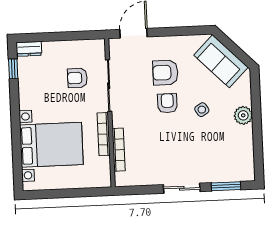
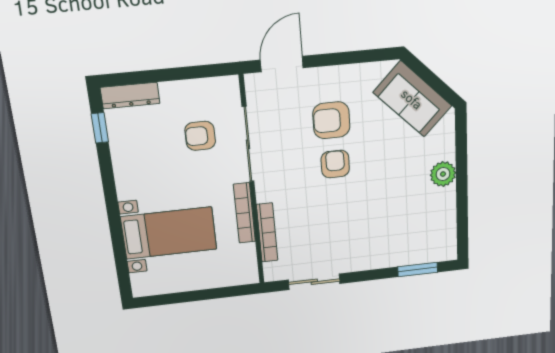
dresser: (29, 49) -> (130, 96), width x1.44
side table: (202, 110) -> (385, 170), removed
bed with nightstands: (51, 145) -> (169, 233), width x0.73
sliding door: (182, 188) -> (314, 282), moved

